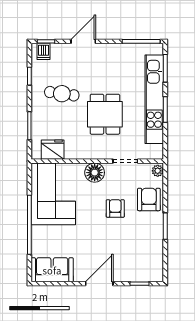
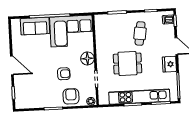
fridge: (53, 150) -> (169, 64), moved, turned 180
armchair: (149, 199) -> (71, 96), turned -90
sofa: (52, 270) -> (35, 26), moved, turned 90

